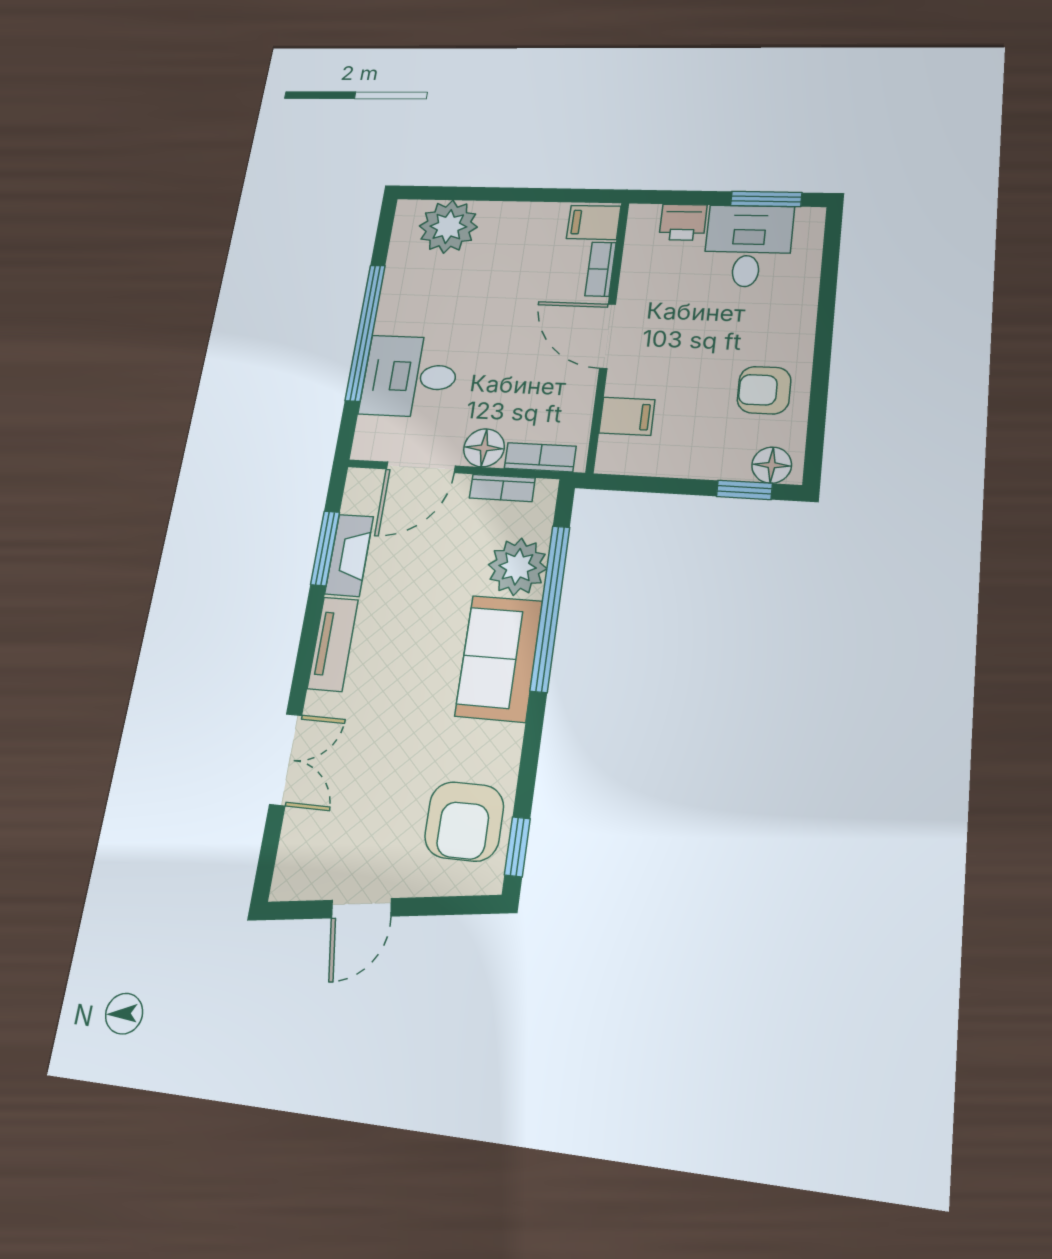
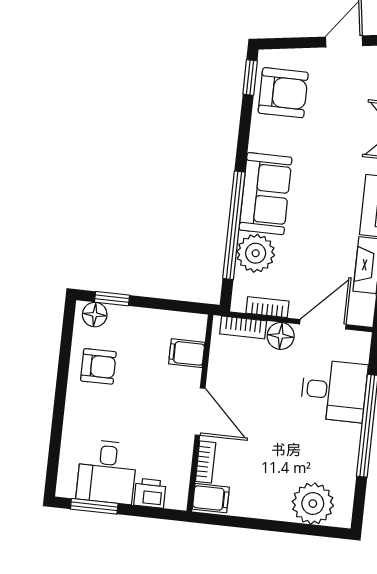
armchair: (464, 821) -> (283, 93), turned 90

